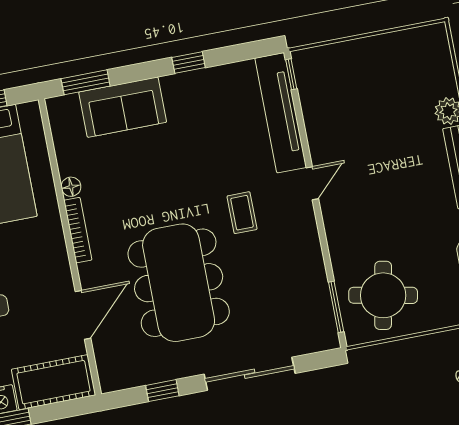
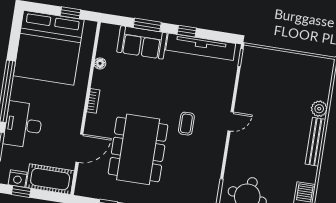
window: (86, 82) -> (147, 25), moved
tv unit: (281, 113) -> (201, 47), moved, turned -90
floor lamp: (71, 187) -> (100, 63), moved
bookcase: (78, 230) -> (93, 101), width x0.64

